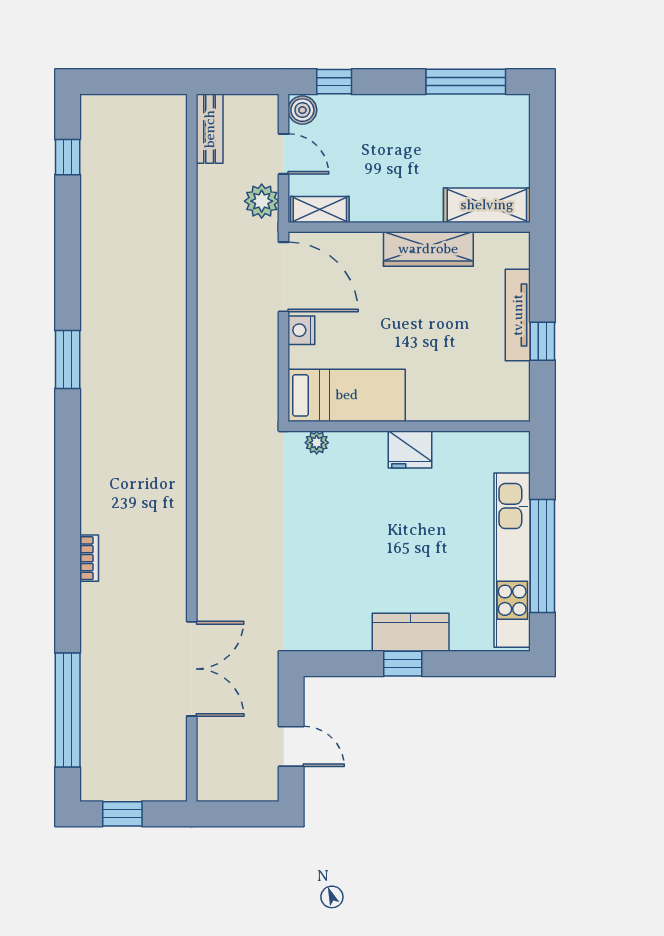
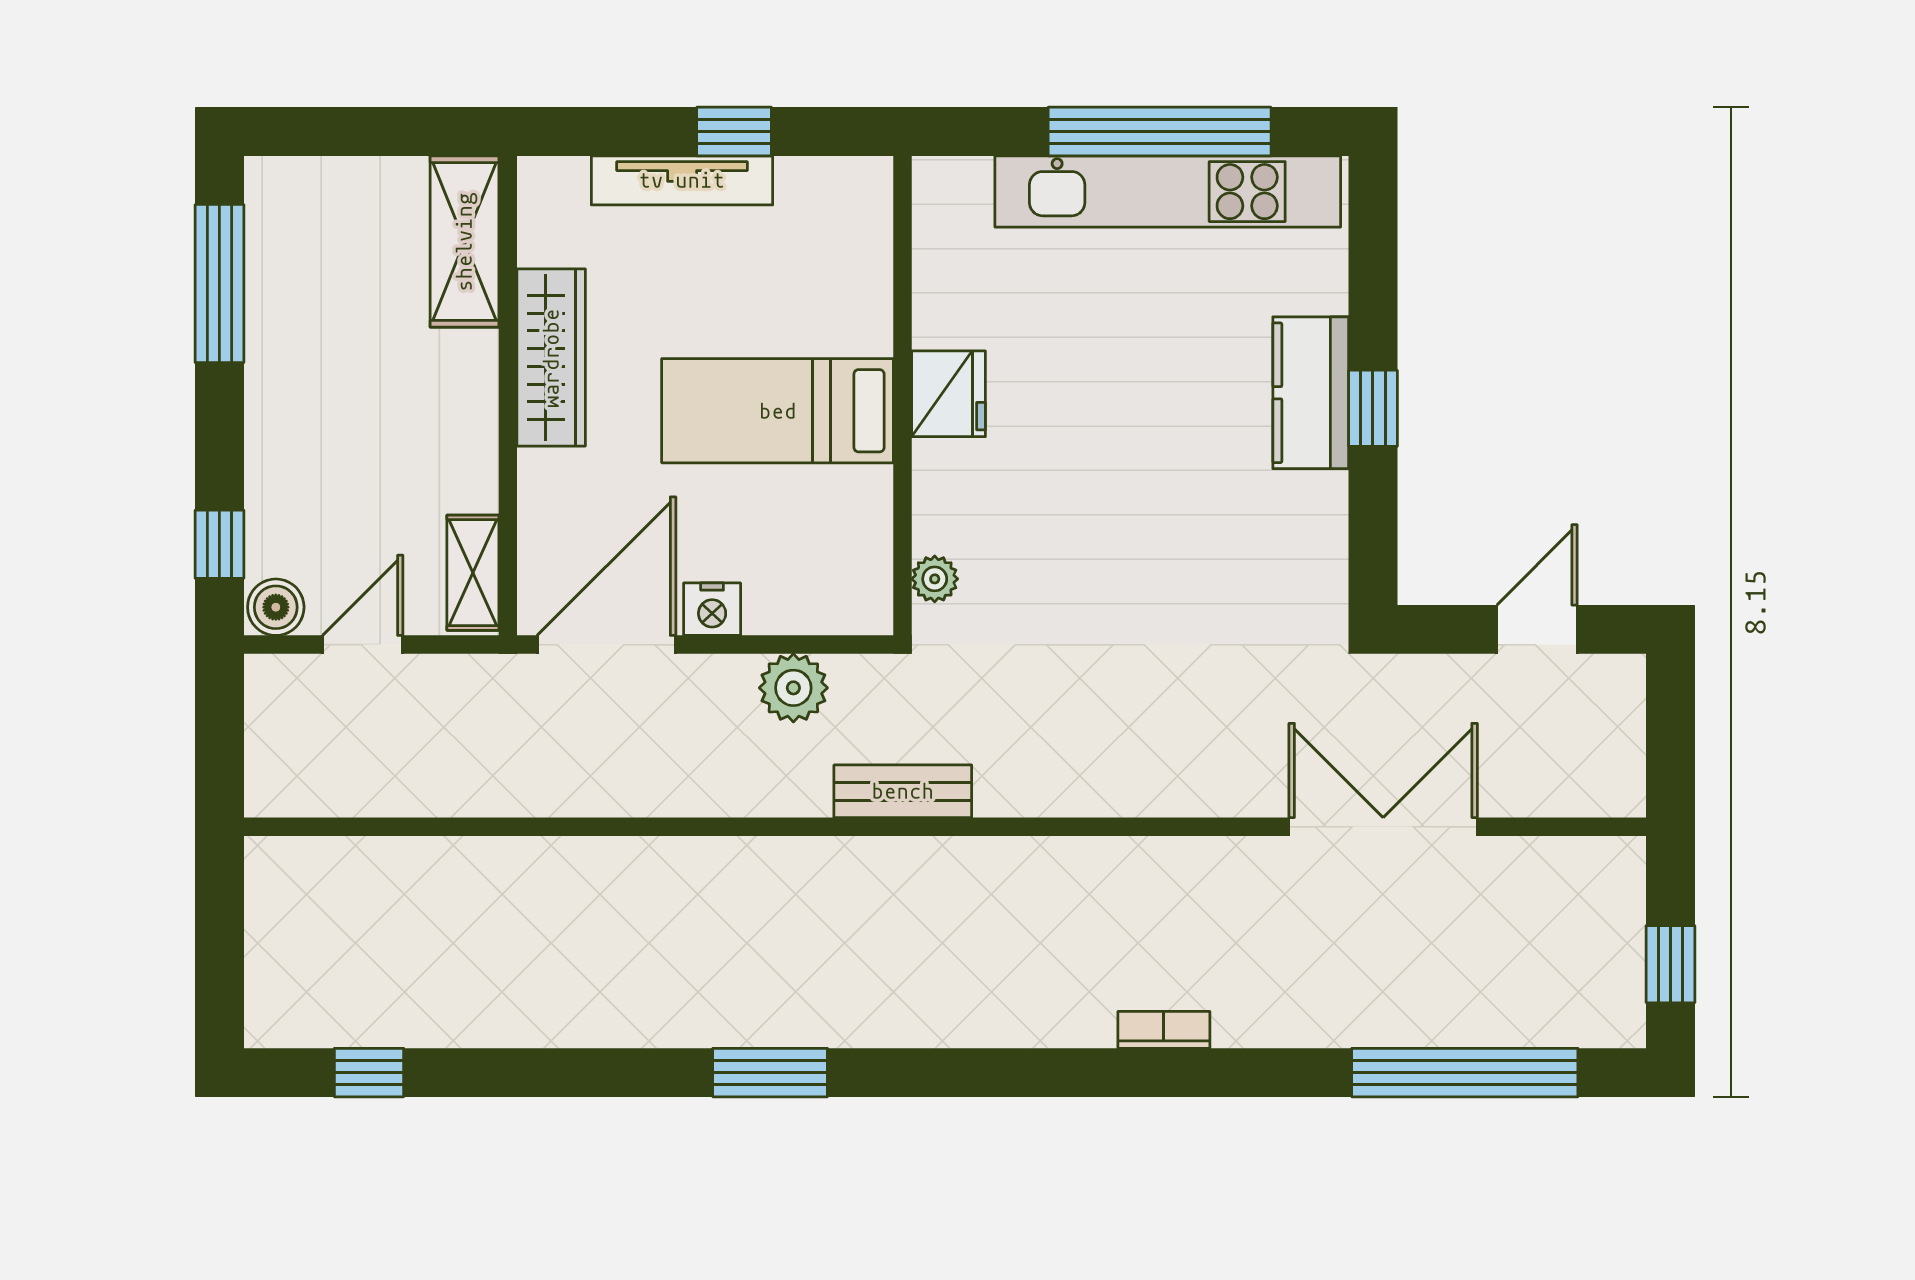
bench: (210, 129) -> (903, 791), moved
plant: (262, 201) -> (793, 688), moved
bed: (347, 395) -> (778, 411), moved, turned -90

